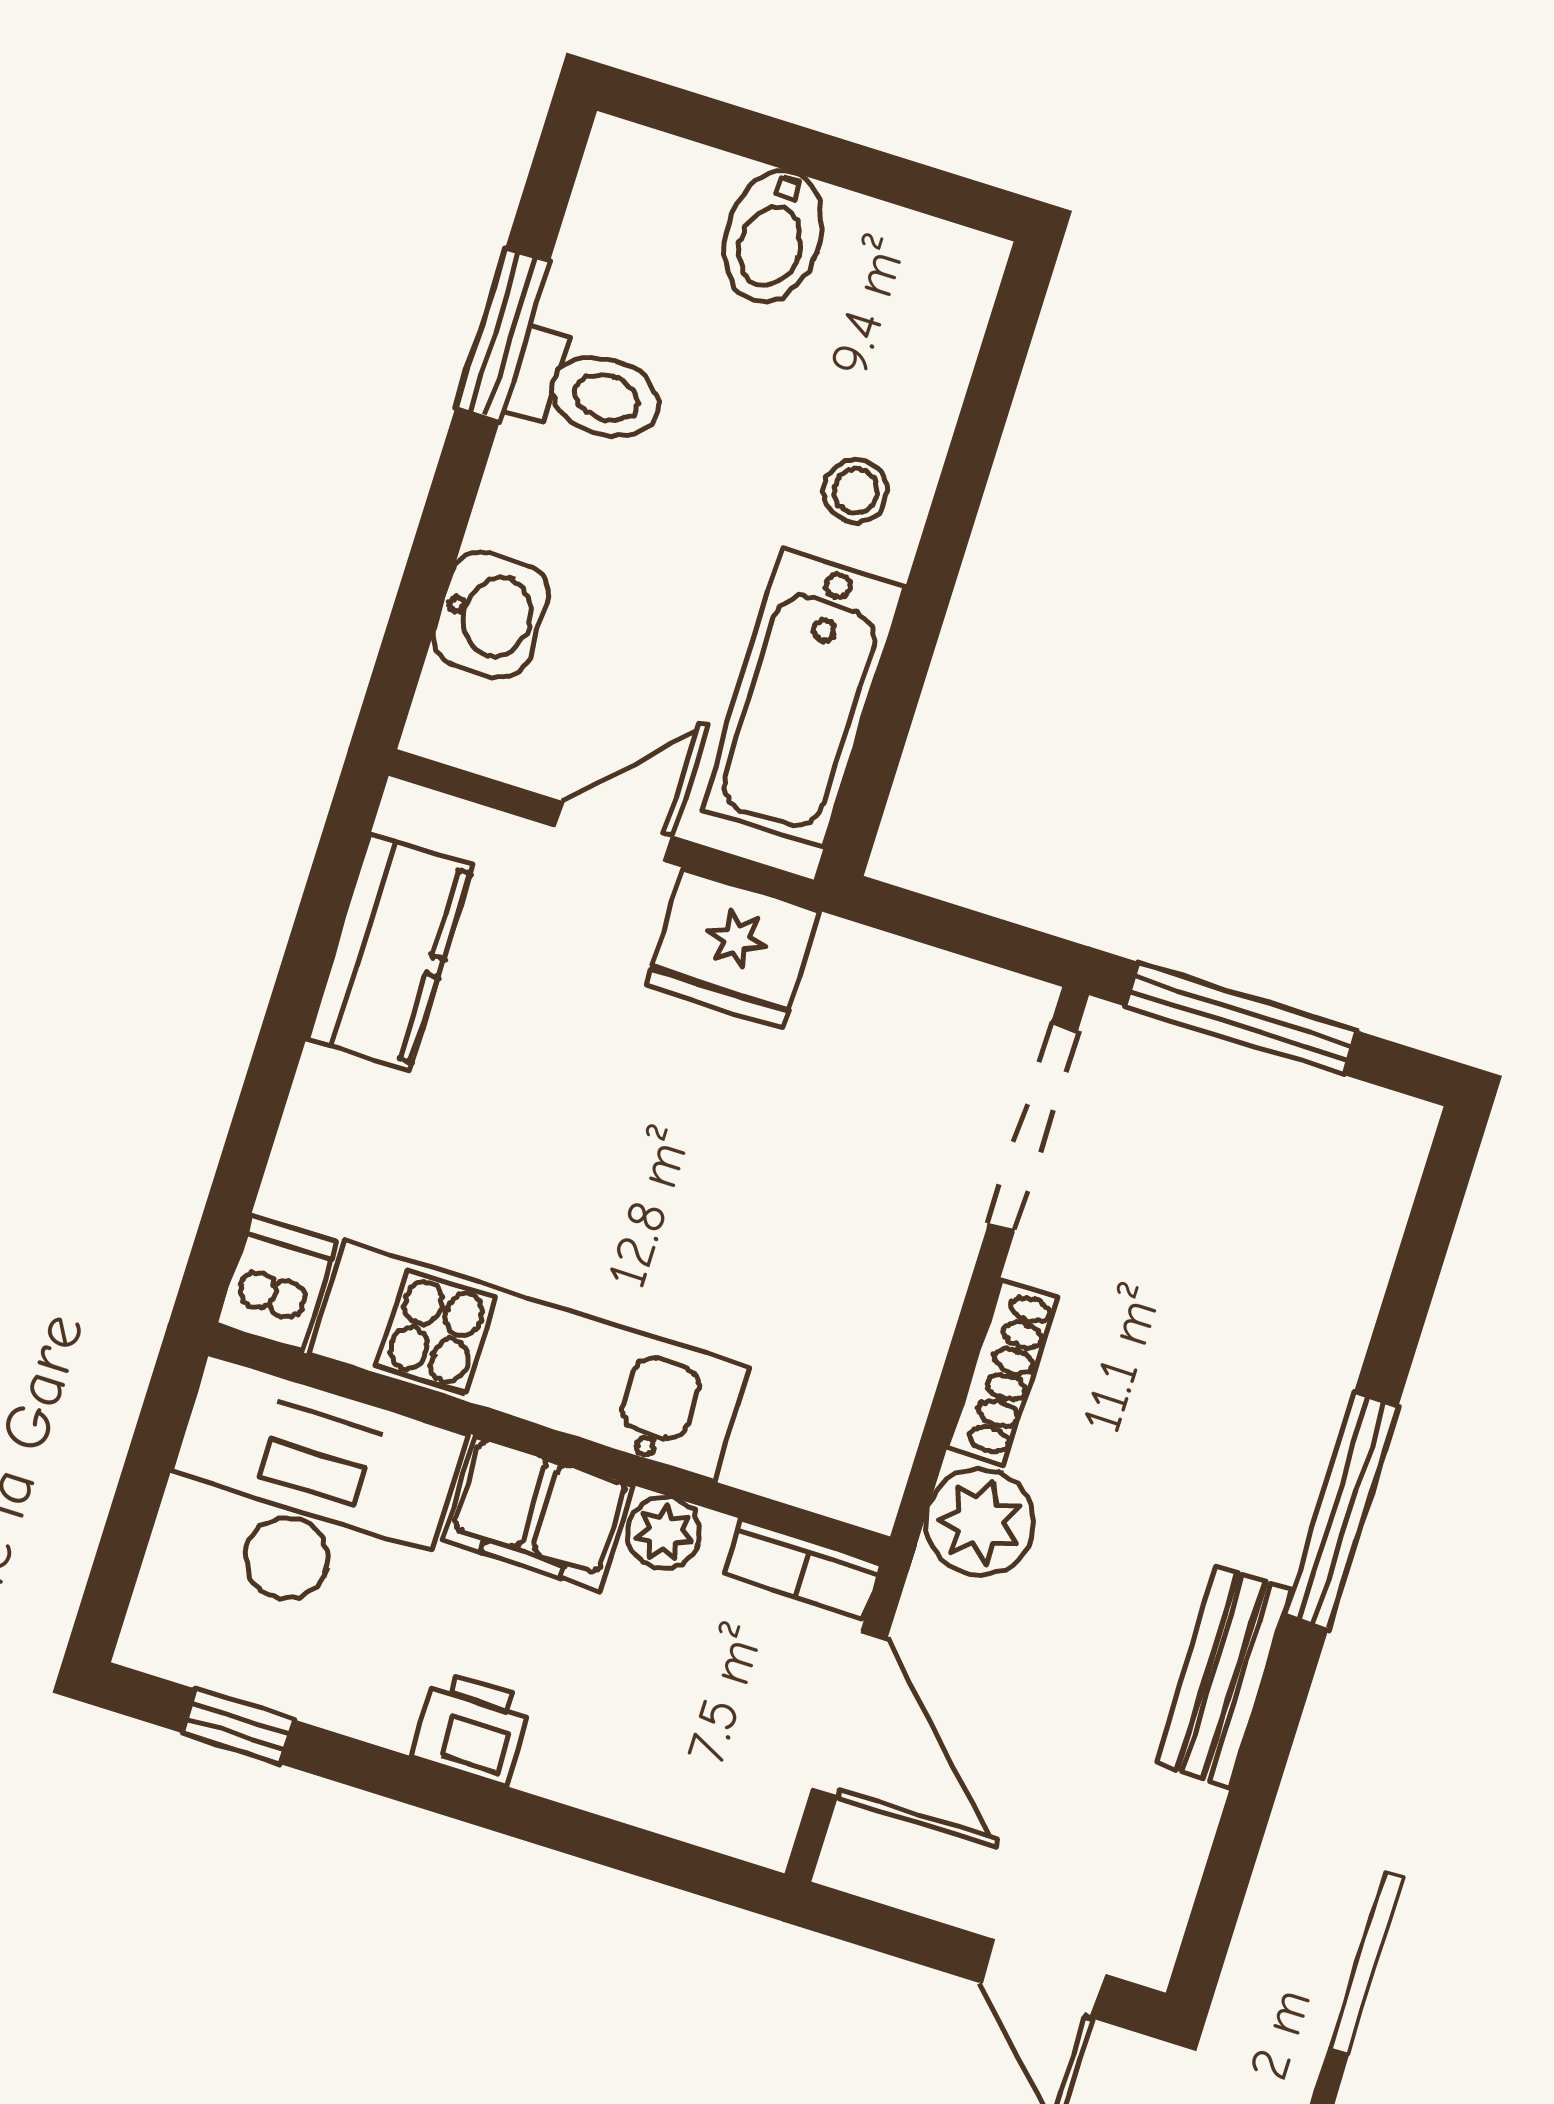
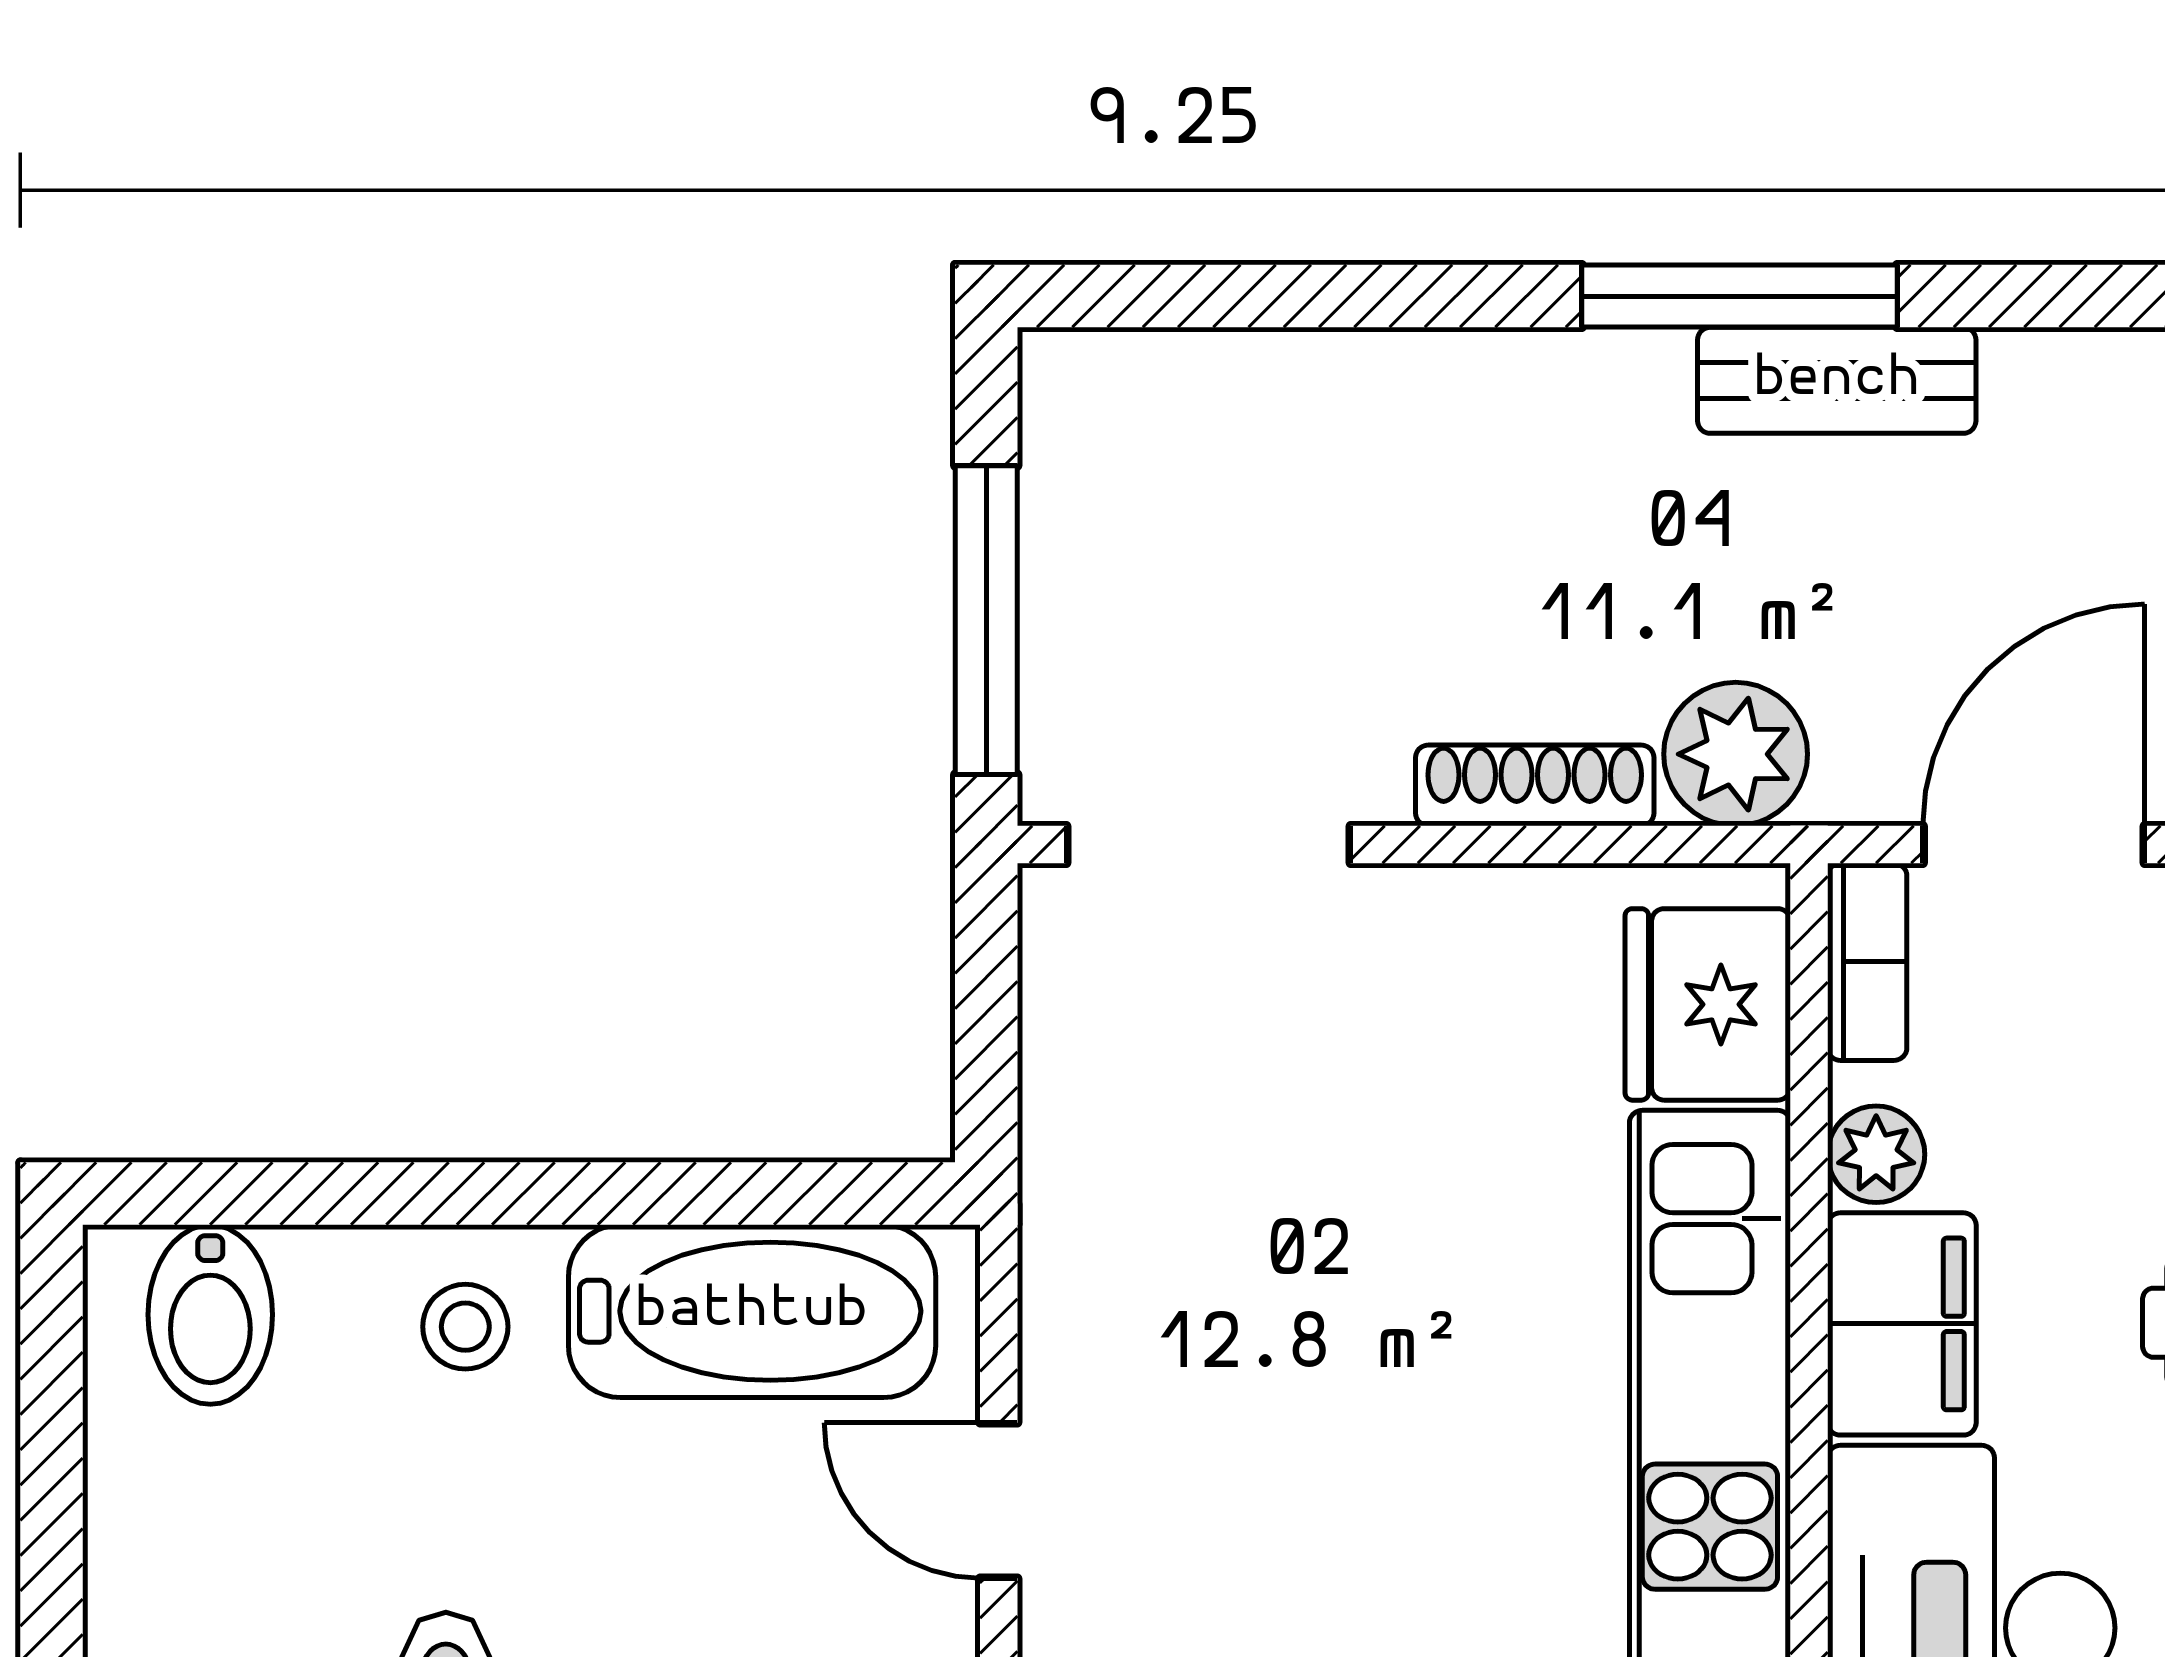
bidet: (773, 236) -> (210, 1315), moved, turned 90
fridge: (733, 948) -> (1708, 1004), moved, turned 180
window: (1341, 1510) -> (1739, 296), moved

